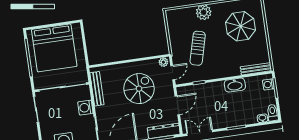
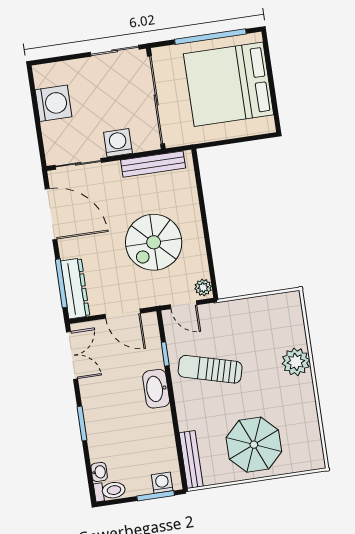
parasol: (241, 26) -> (254, 445), moved
sun lounger: (198, 48) -> (210, 369), moved
washbasin: (235, 85) -> (156, 389), moved
spiral stairs: (139, 89) -> (154, 242), turned 90

